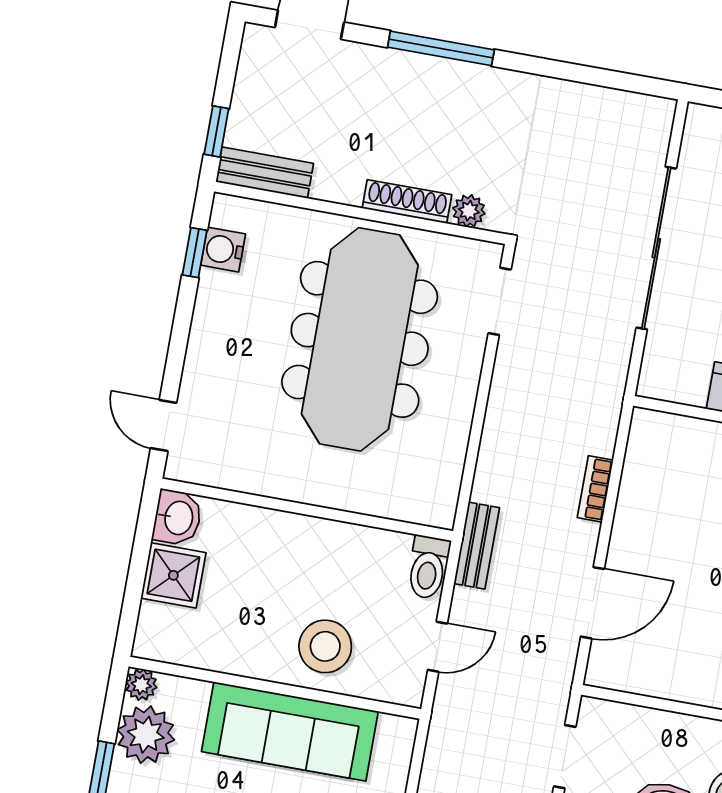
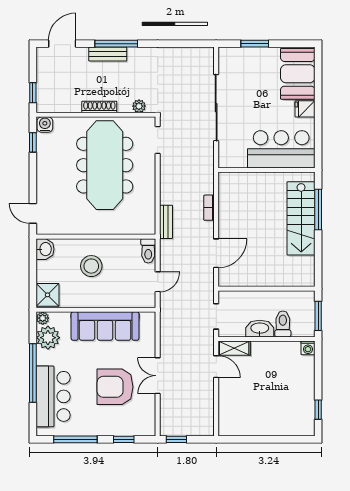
bench: (265, 173) -> (108, 54), moved
shoe rack: (407, 202) -> (99, 107), moved
water cooler: (223, 250) -> (45, 125), moved, turned 90
bench: (477, 546) -> (166, 222), moved
shower: (173, 575) -> (48, 295), moved
stool: (325, 646) -> (91, 266), moved

